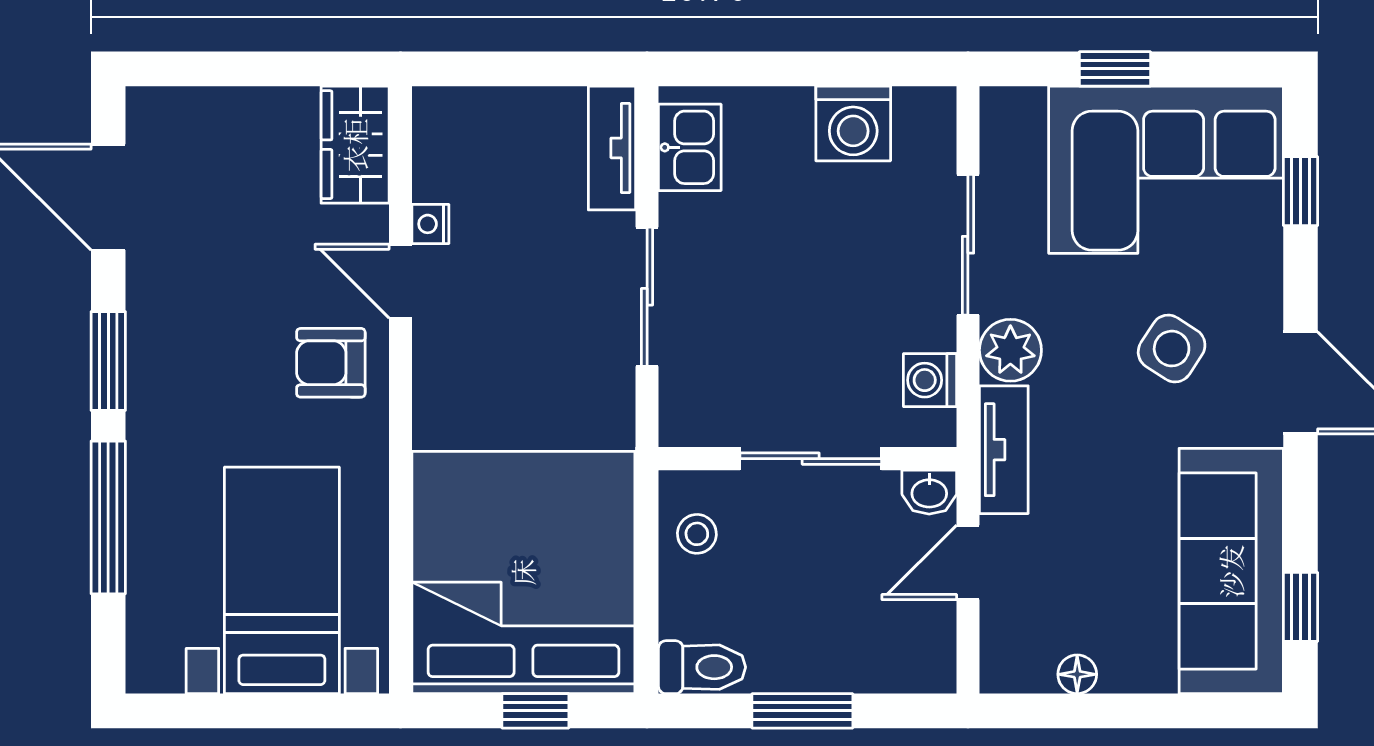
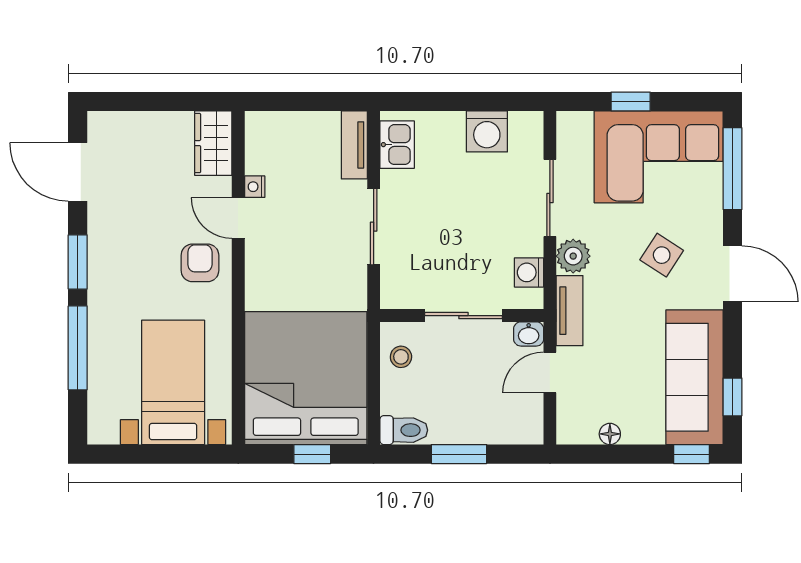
window: (1300, 191) -> (733, 169), width x2.17
armchair: (331, 363) -> (200, 263), turned 90
window: (1226, 711) -> (692, 454), added

